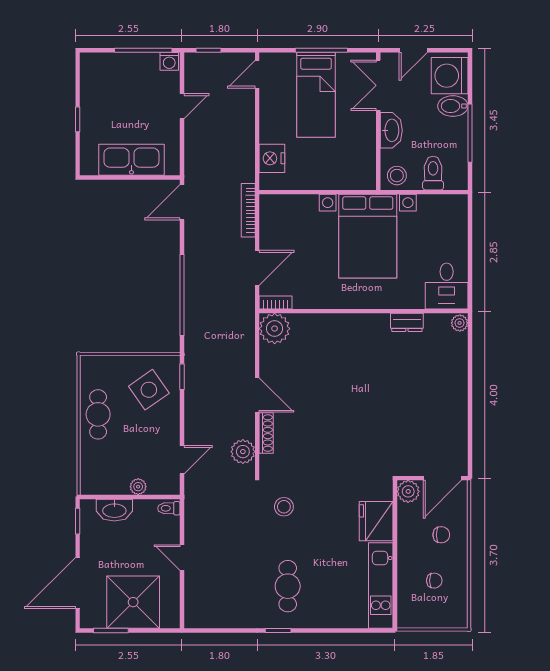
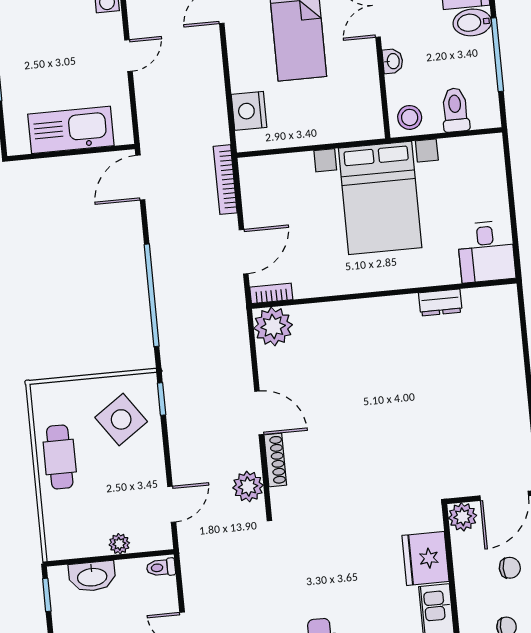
washbasin: (391, 130) -> (393, 61), width x0.52, depth x0.69
plant: (460, 323) -> (507, 297), removed
stool: (284, 507) -> (307, 551), removed

